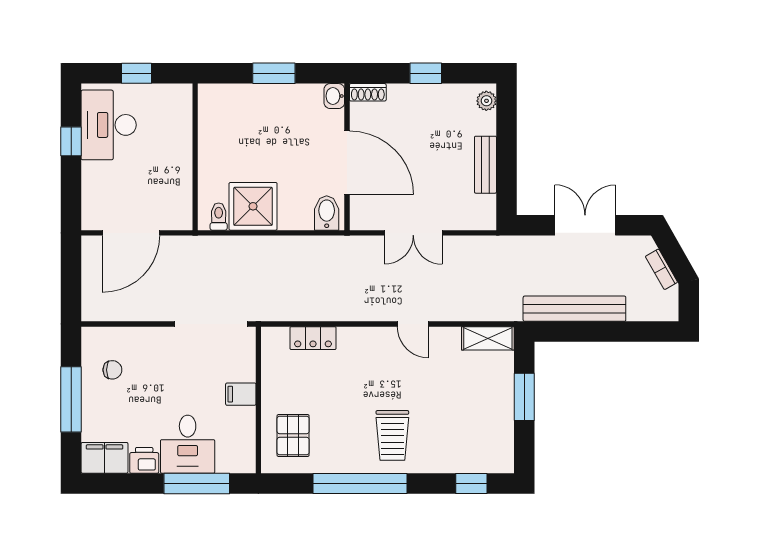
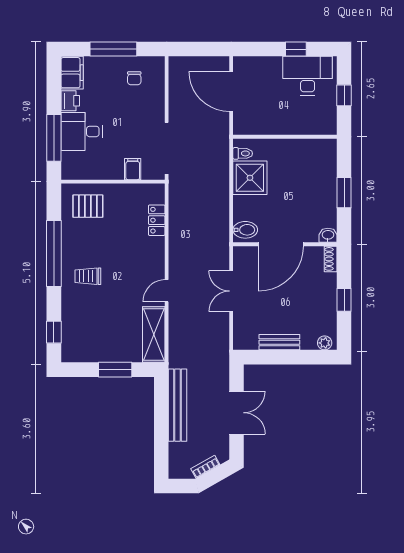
shelving: (488, 338) -> (154, 335), width x1.50, depth x1.33
filing cabinet: (241, 394) -> (133, 169), moved
trolley: (392, 435) -> (88, 276), width x0.73, depth x0.72

